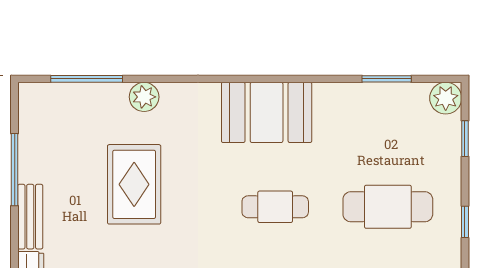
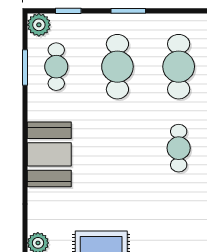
cafe table: (275, 207) -> (56, 67), moved
window: (465, 222) -> (128, 11), width x1.50

